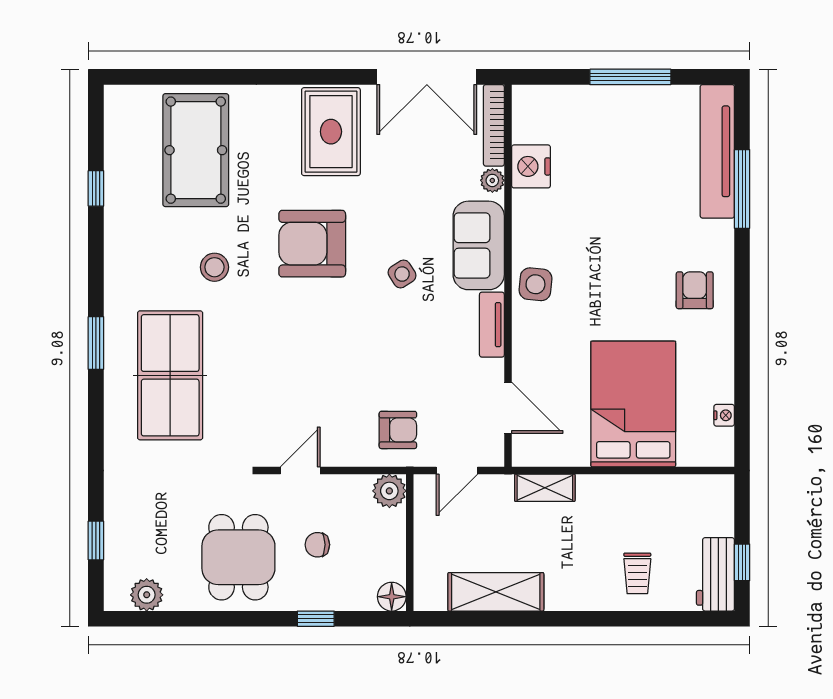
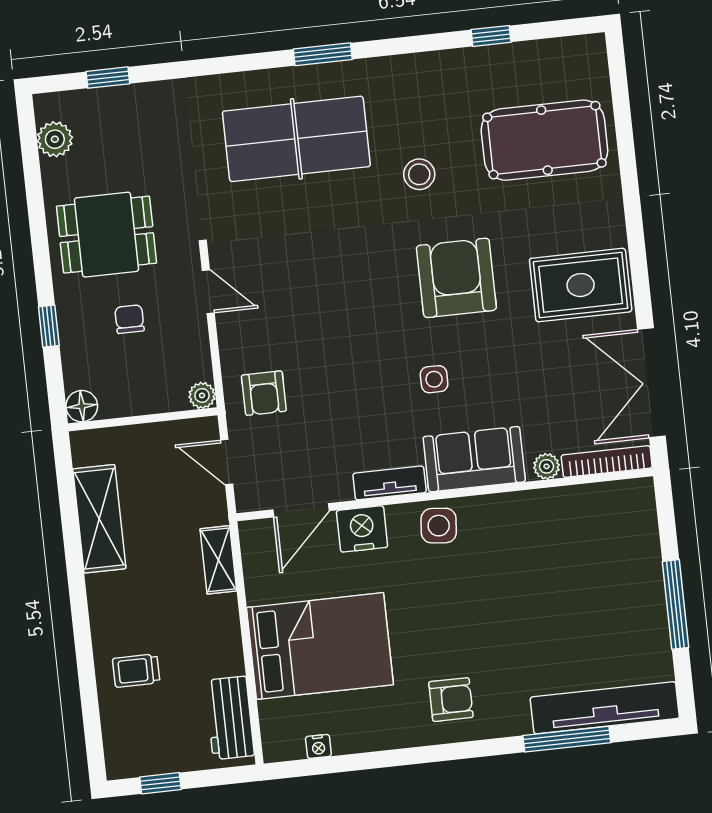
nightstand: (531, 166) -> (362, 529), moved
side table: (402, 274) -> (434, 379), turned 32
plant: (389, 491) -> (202, 395), width x0.73, depth x0.73
workbench: (715, 574) -> (230, 718), moved, turned -90

